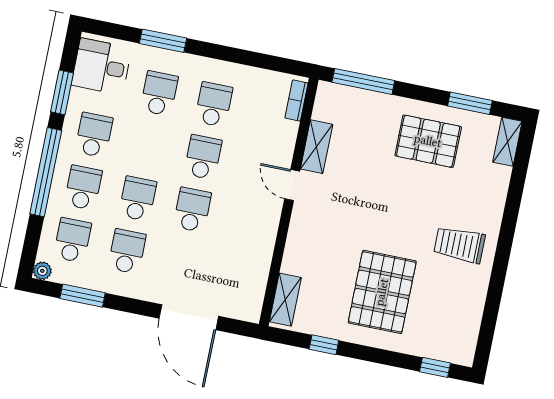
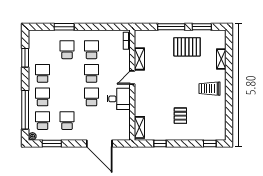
desk: (101, 67) -> (119, 99), moved, turned 180
window: (363, 81) -> (171, 27), moved
shelving: (507, 142) -> (221, 59), moved
window: (46, 172) -> (25, 110), moved
door: (292, 185) -> (132, 78), hinge flipped
school desk: (138, 199) -> (67, 97), removed
pallet: (382, 292) -> (180, 116), width x0.49, depth x0.50

